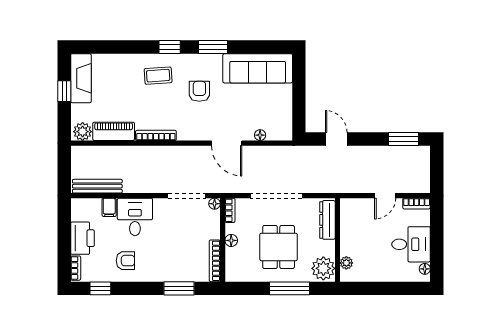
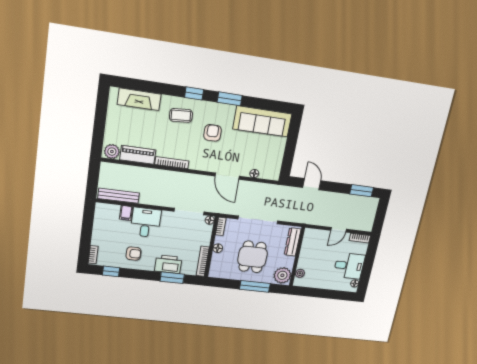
fireplace: (81, 78) -> (139, 99), moved, turned 90
window: (64, 91) -> (100, 117), removed
printer: (82, 238) -> (168, 264), moved, turned -90

